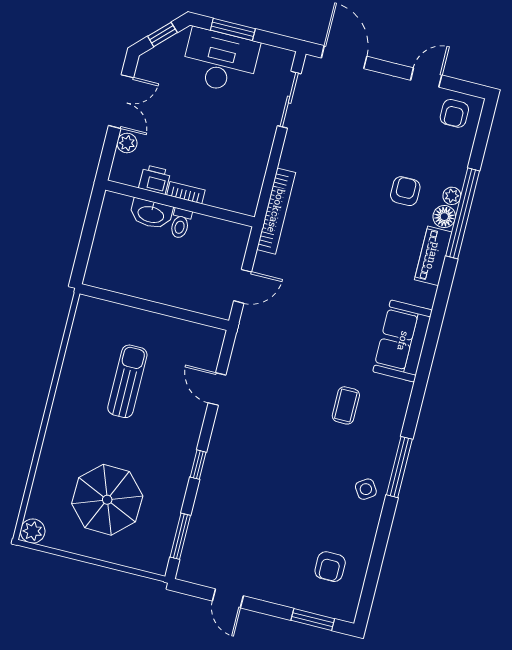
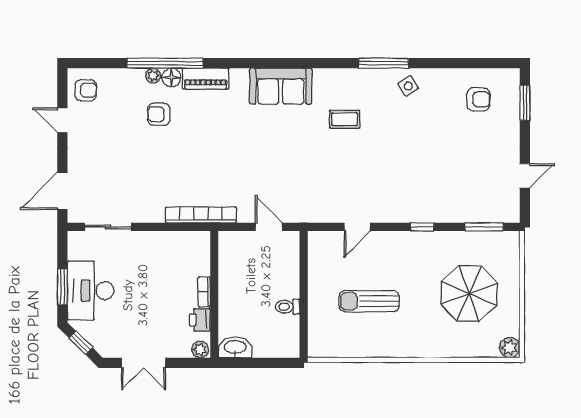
double door: (121, 102) -> (144, 363), swing flipped
plant: (127, 143) -> (200, 350), moved
washbasin: (151, 214) -> (235, 348), moved, turned -90
toilet: (181, 223) -> (288, 307), moved, turned 180

